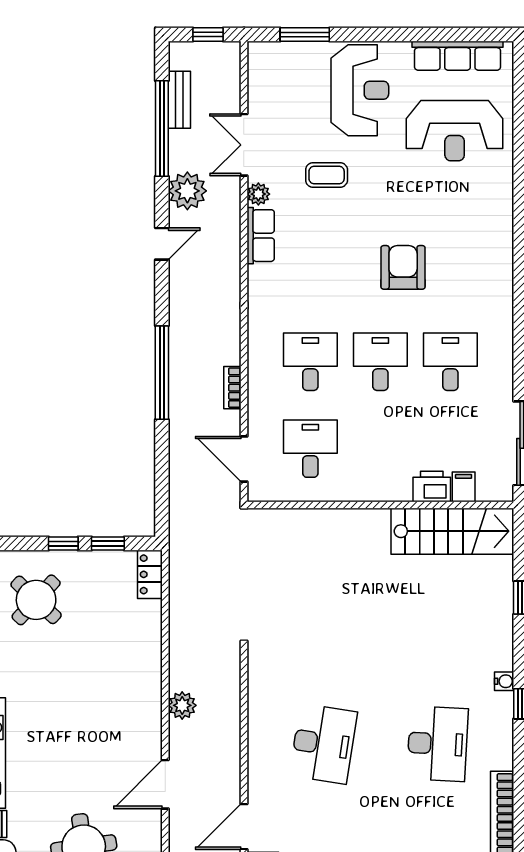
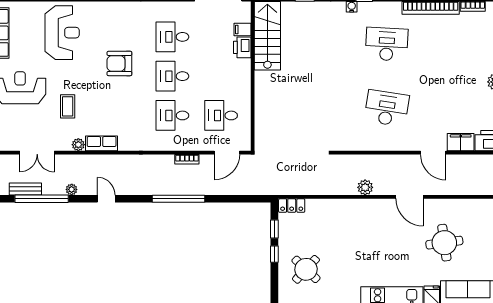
reception desk: (455, 131) -> (62, 33), moved
double door: (244, 145) -> (37, 153), moved
plant: (187, 191) -> (72, 189), width x0.53, depth x0.53

